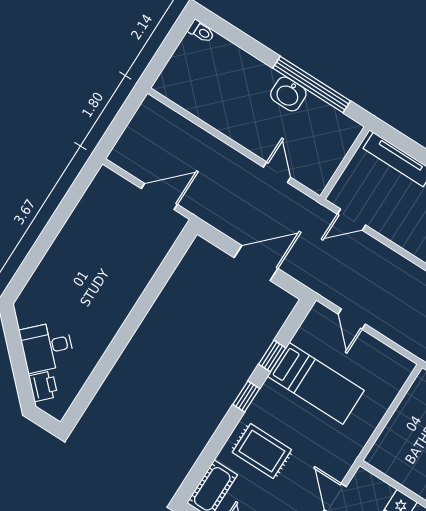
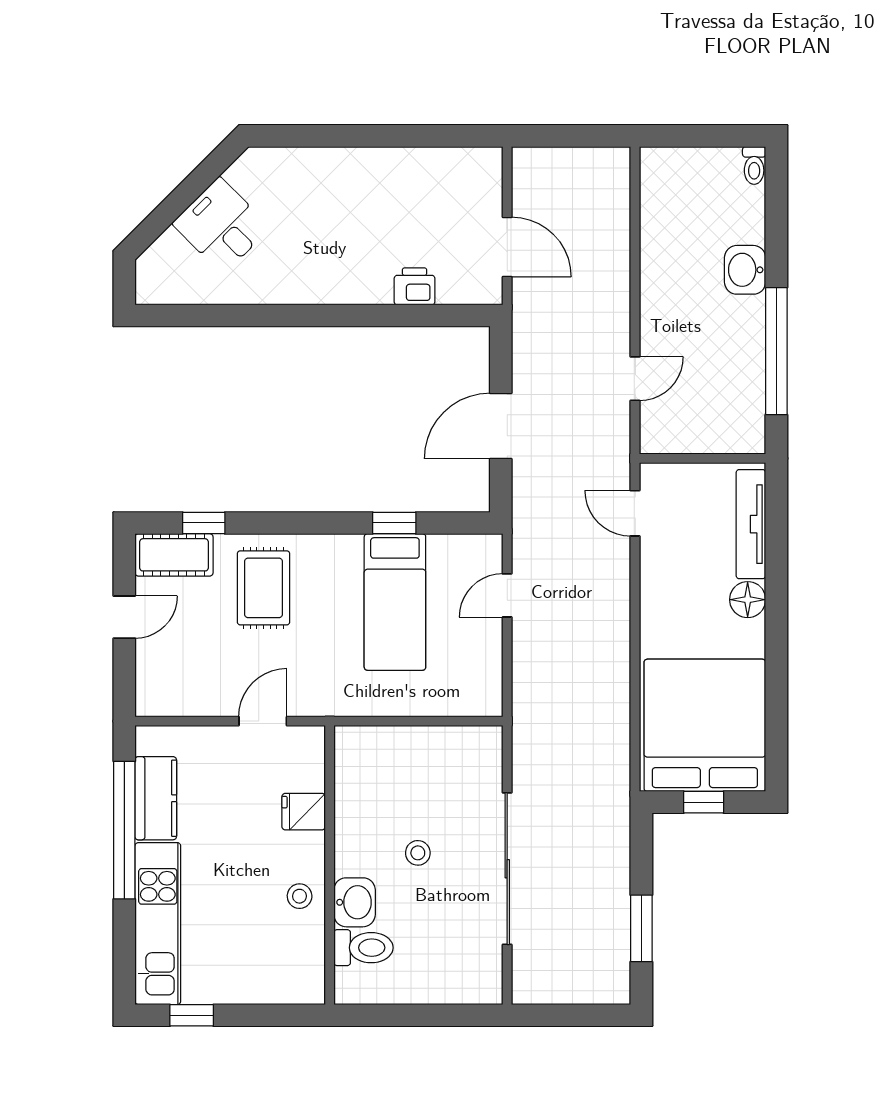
washbasin: (288, 94) -> (745, 270), moved
door: (256, 263) -> (501, 426), swing flipped
printer: (43, 386) -> (415, 286), moved, turned -135
window: (246, 397) -> (204, 523), moved

